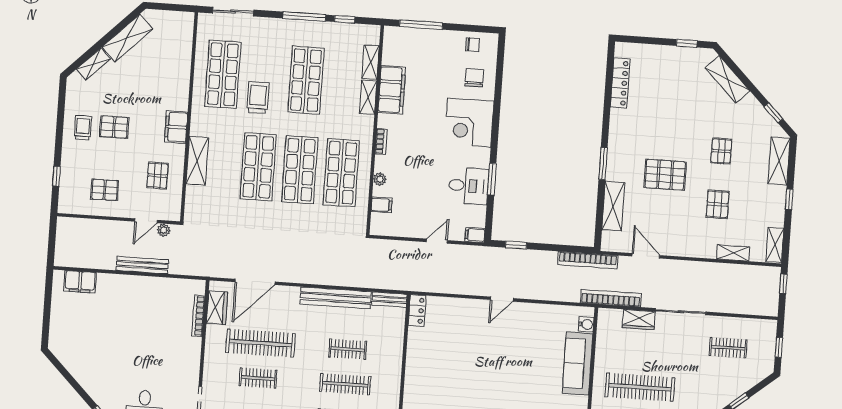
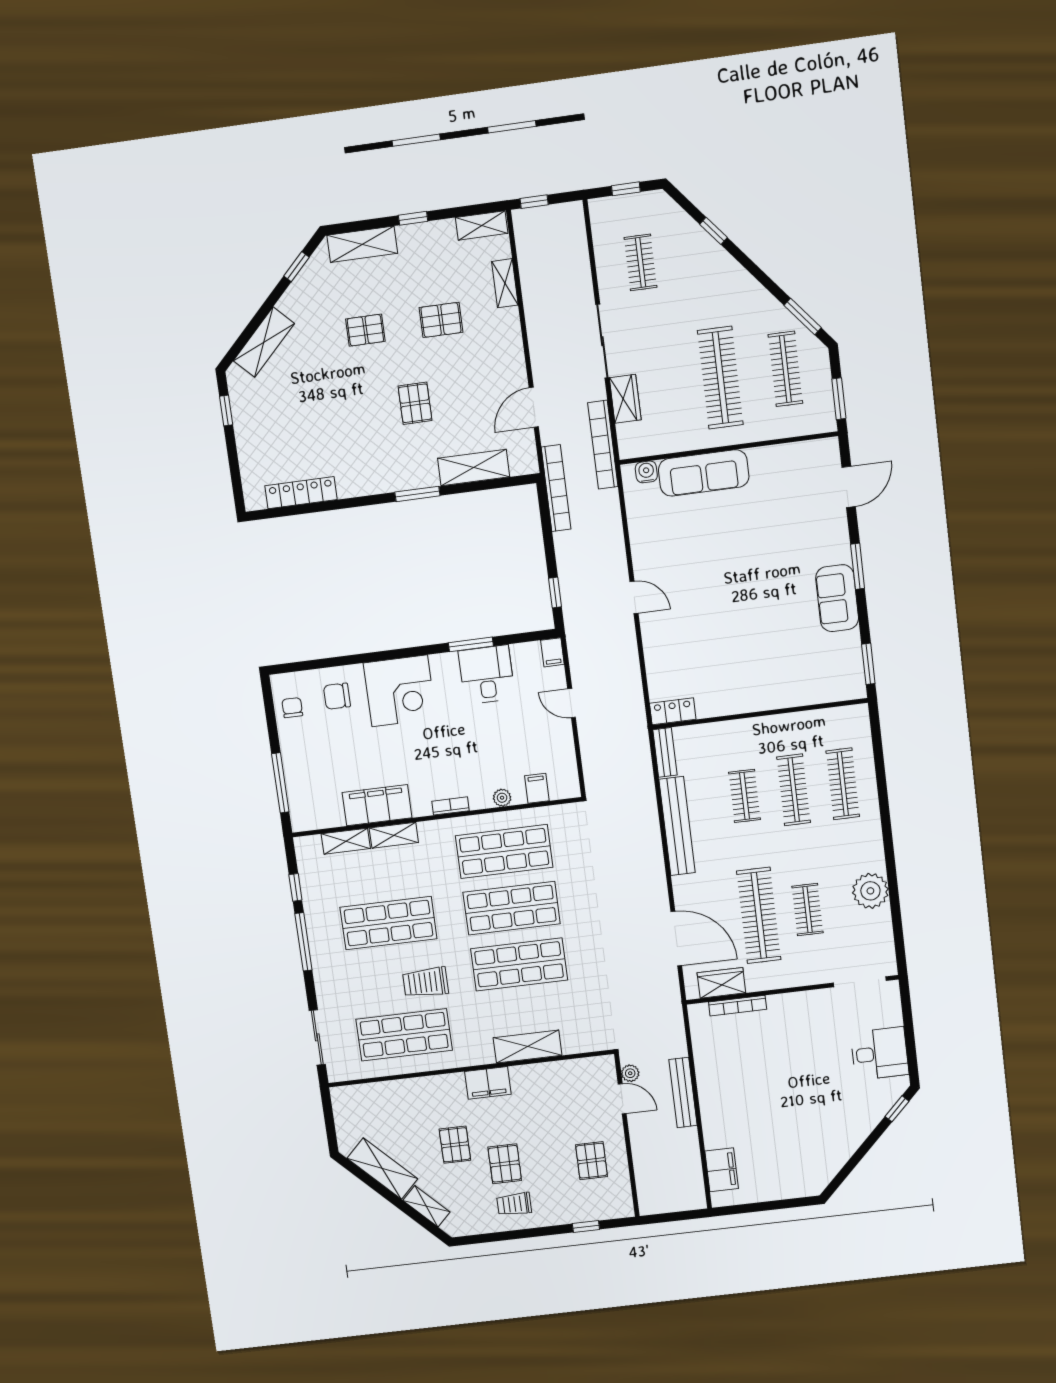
pallet: (157, 175) -> (455, 1145), moved, turned 90
pallet: (665, 175) -> (415, 403), width x0.67, depth x0.71

